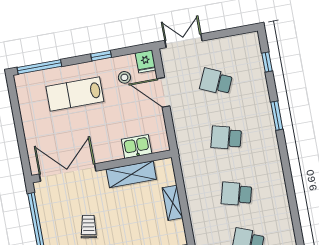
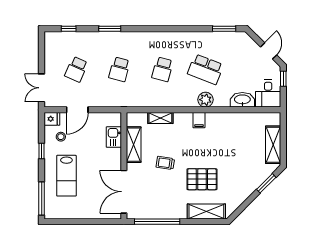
trolley: (89, 227) -> (165, 163), moved

